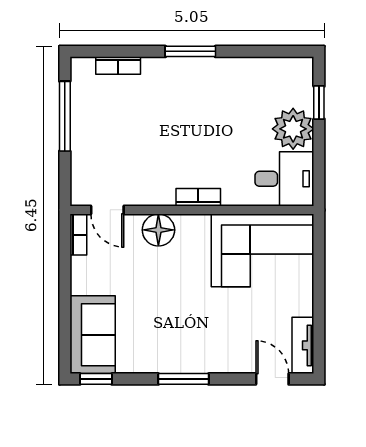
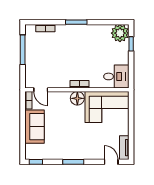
plant: (293, 129) -> (120, 33), moved
floor lamp: (158, 230) -> (77, 98), moved
sofa: (93, 335) -> (34, 127), moved

